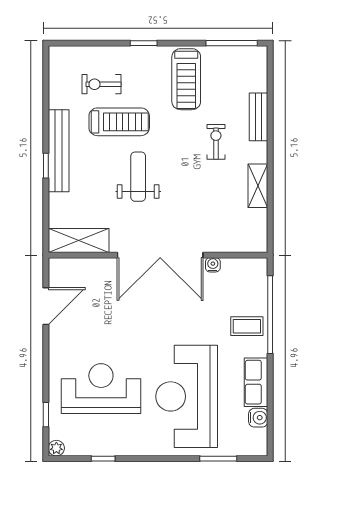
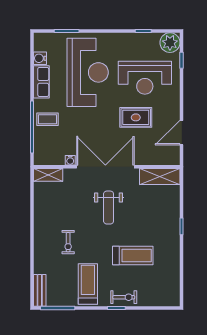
exercise bike: (101, 84) -> (124, 297), moved
bench: (259, 117) -> (40, 290), moved
treadmill: (119, 122) -> (133, 256), turned 180
bench: (59, 151) -> (173, 236), removed
weight bench: (138, 177) -> (109, 208), moved
shelving: (258, 186) -> (48, 175), moved, turned 90
rug: (115, 329) -> (136, 117), added
plant: (56, 448) -> (170, 43), width x1.88, depth x1.88

